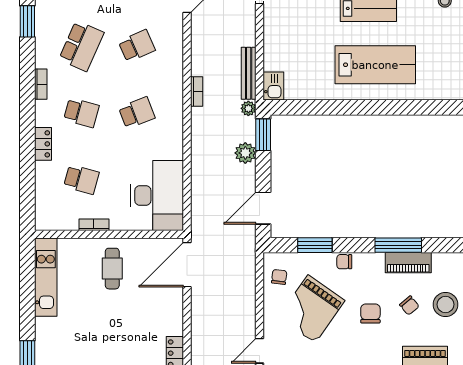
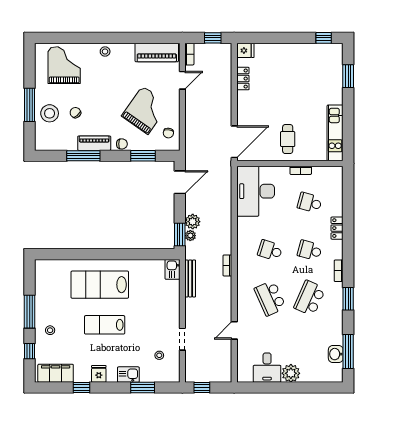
window: (27, 21) -> (348, 299), moved
school desk: (137, 46) -> (270, 298), width x1.85
plant: (248, 108) -> (190, 236), moved
school desk: (137, 113) -> (270, 250), turned 39
piano: (408, 263) -> (94, 143), moved
chair: (370, 314) -> (103, 107), removed

